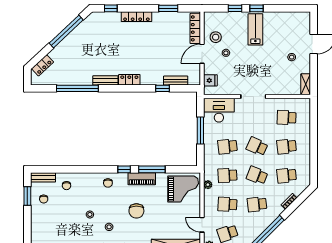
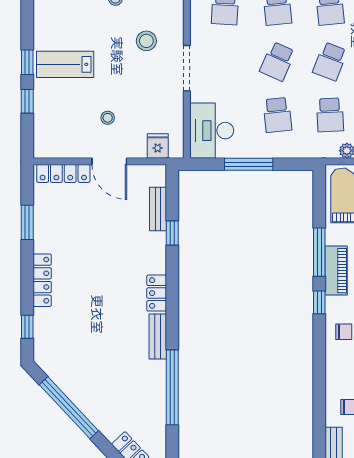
stool: (216, 37) -> (146, 41), moved

